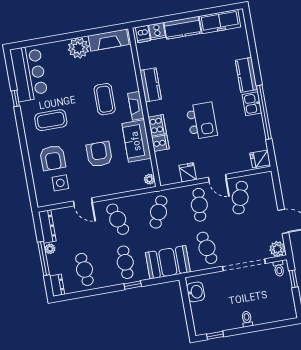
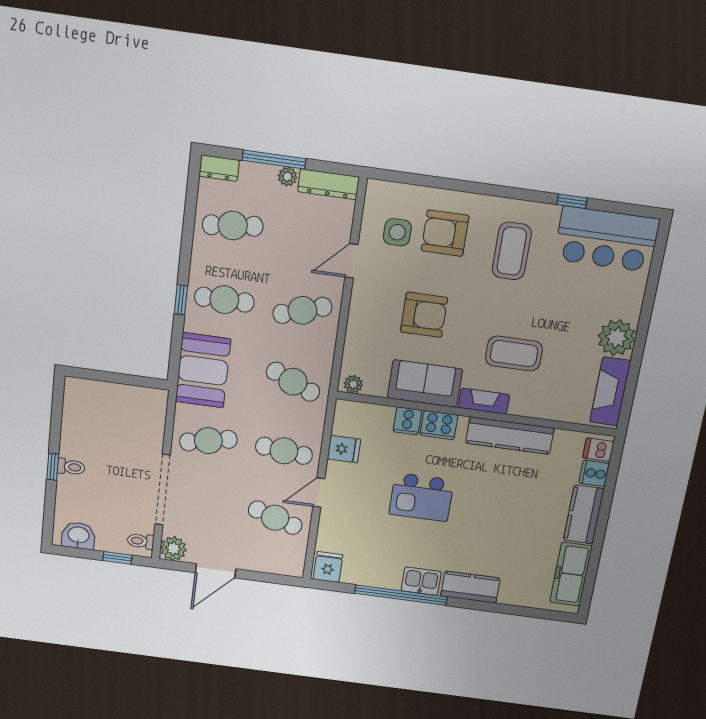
kitchen counter: (151, 85) -> (510, 436), width x1.50
washbasin: (196, 292) -> (78, 536), moved, turned 180
window: (215, 335) -> (53, 467), moved

